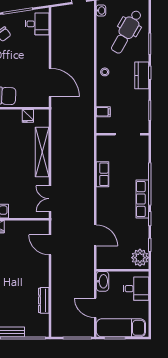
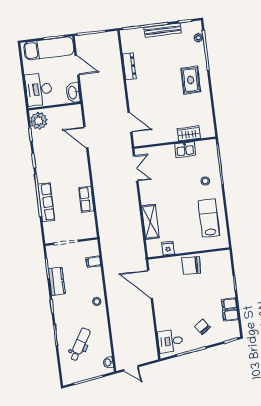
dental chair: (127, 32) -> (80, 344), width x0.73, depth x0.72
kitchen counter: (142, 75) -> (57, 281), moved
shelving: (42, 152) -> (150, 222), width x0.68
row of seats: (142, 199) -> (46, 202), moved
desk: (136, 289) -> (39, 89), width x1.37

